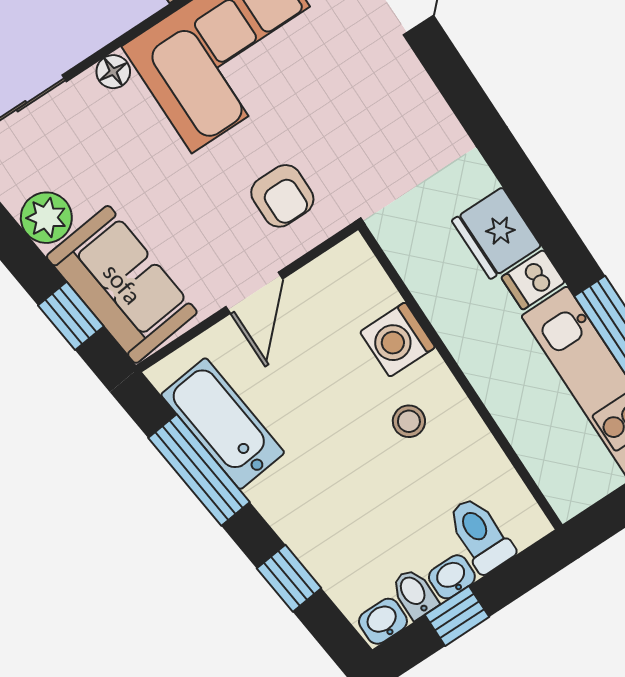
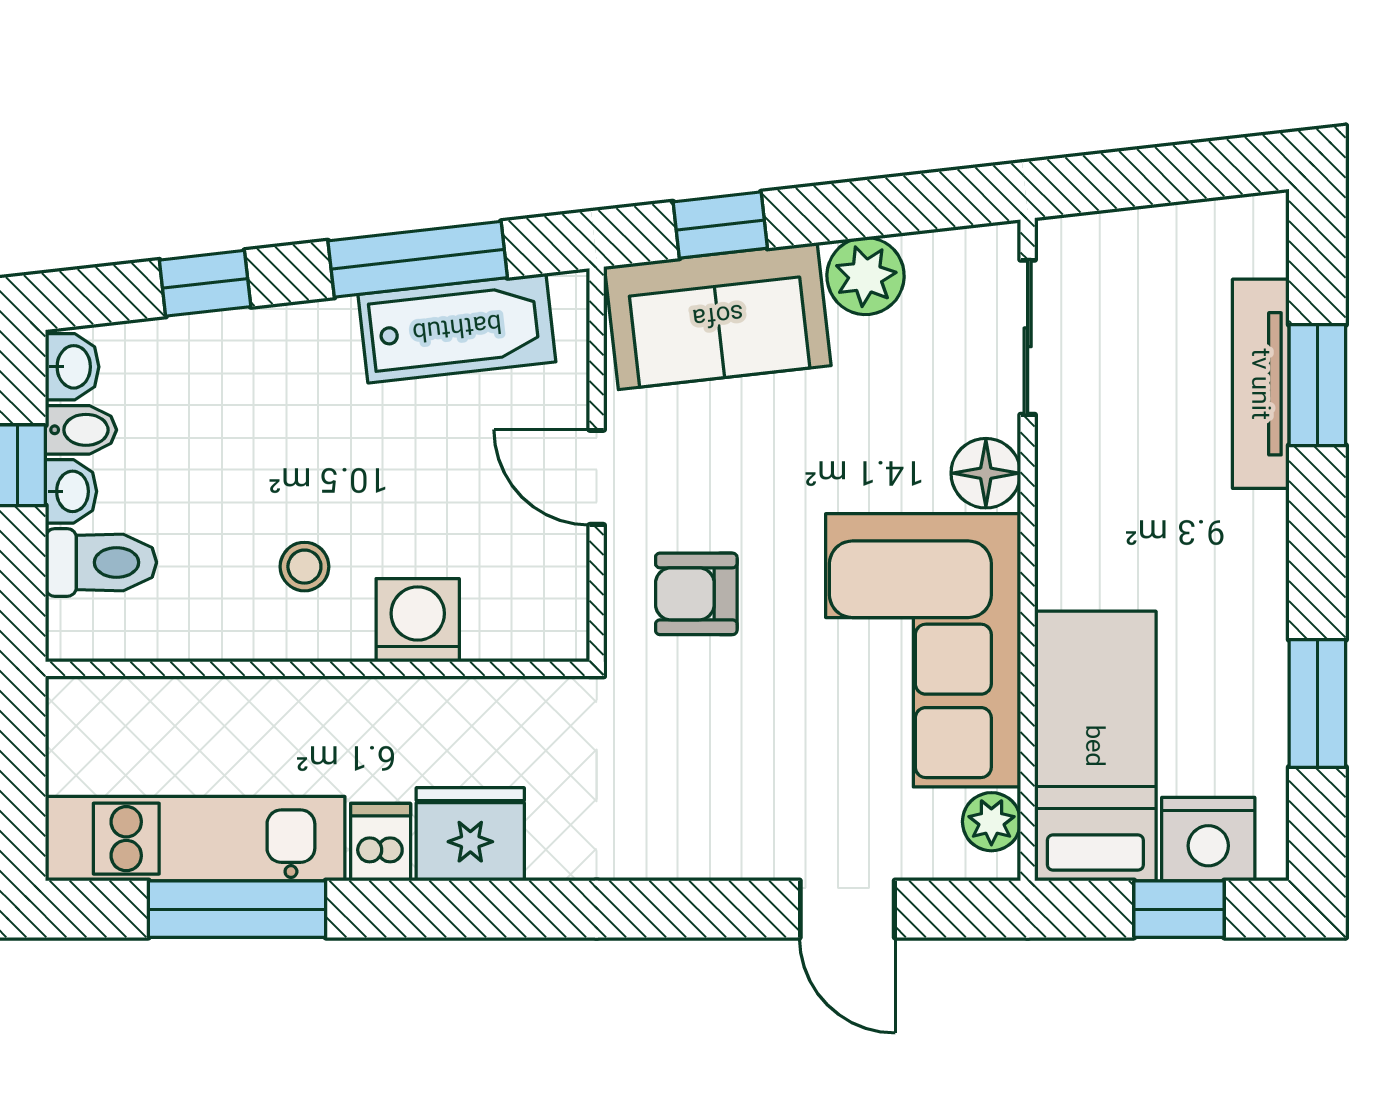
floor lamp: (113, 72) -> (986, 473), width x1.37, depth x1.37

